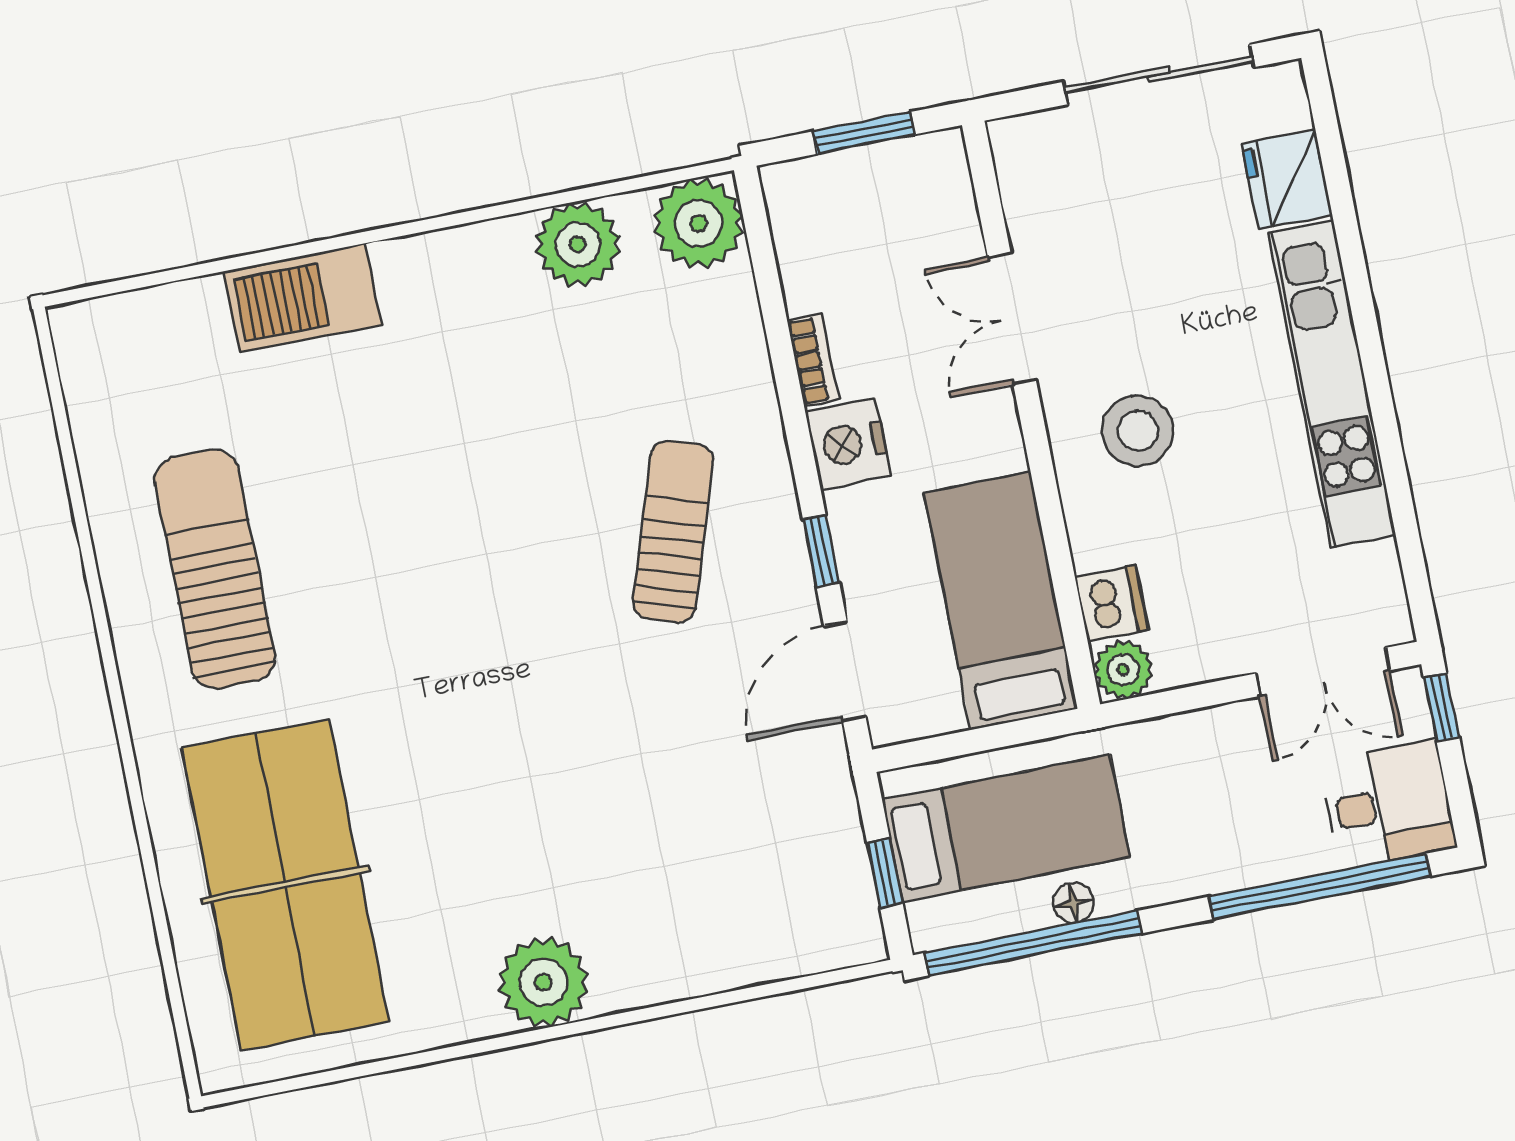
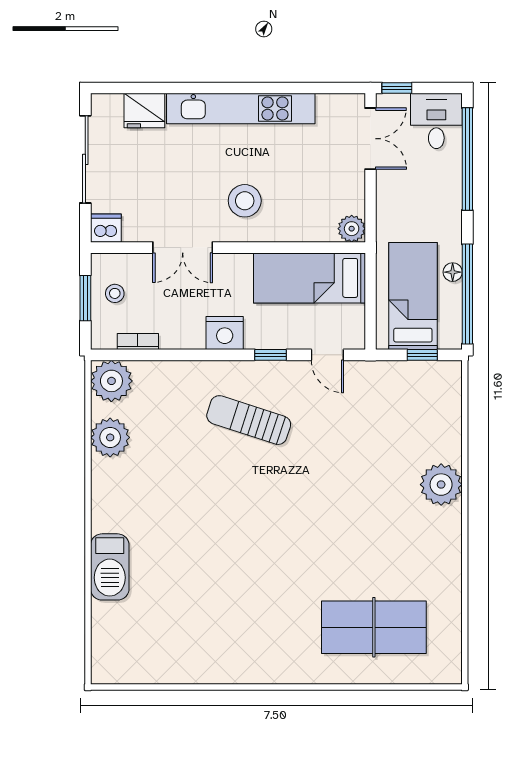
stool: (886, 194) -> (115, 293), added
bookcase: (813, 360) -> (138, 341), moved
sun lounger: (215, 569) -> (225, 631), removed
dishwasher: (1111, 604) -> (106, 228), moved
door: (845, 671) -> (327, 355), width x0.73
table tennis table: (285, 885) -> (374, 627), width x0.73, depth x0.76
plant: (543, 982) -> (441, 485), moved

